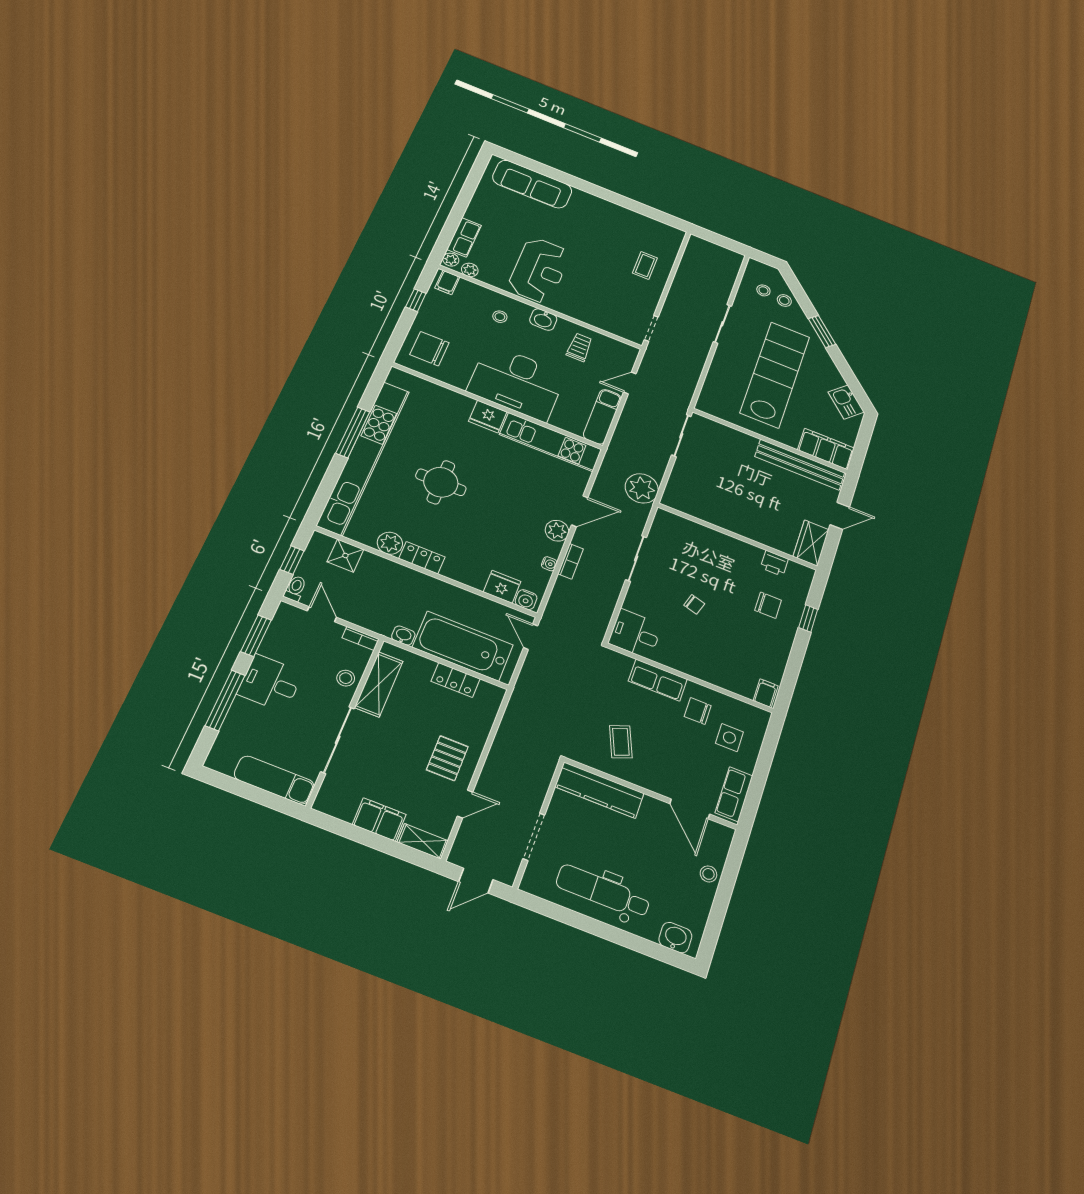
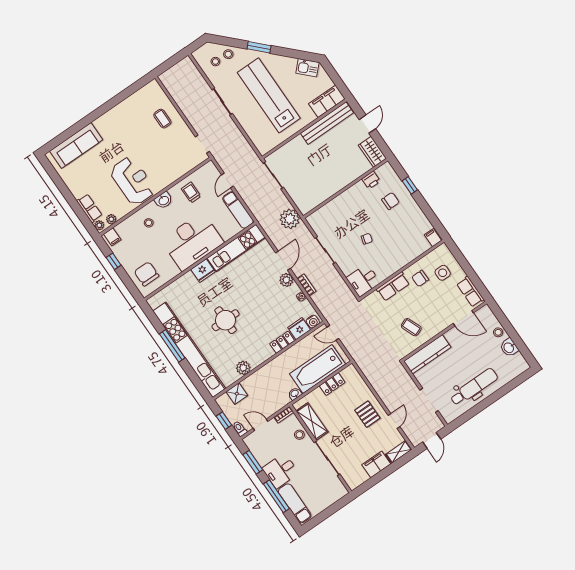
chair: (429, 349) -> (147, 274), turned 90
locker: (422, 558) -> (282, 342), moved
exam couch: (274, 780) -> (295, 503), moved, turned 90
dental chair: (603, 892) -> (474, 387), turned 180
washbasin: (675, 938) -> (509, 348), moved, turned -90

